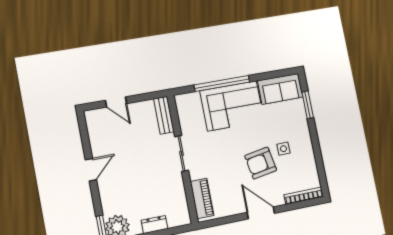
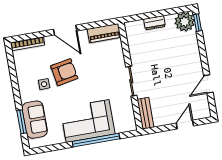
sofa: (280, 89) -> (35, 120), moved, turned 90
door: (116, 102) -> (185, 124), hinge flipped
door: (91, 170) -> (208, 84), moved
piano: (202, 199) -> (104, 33), moved, turned -90

